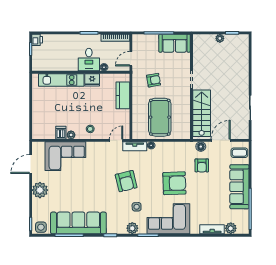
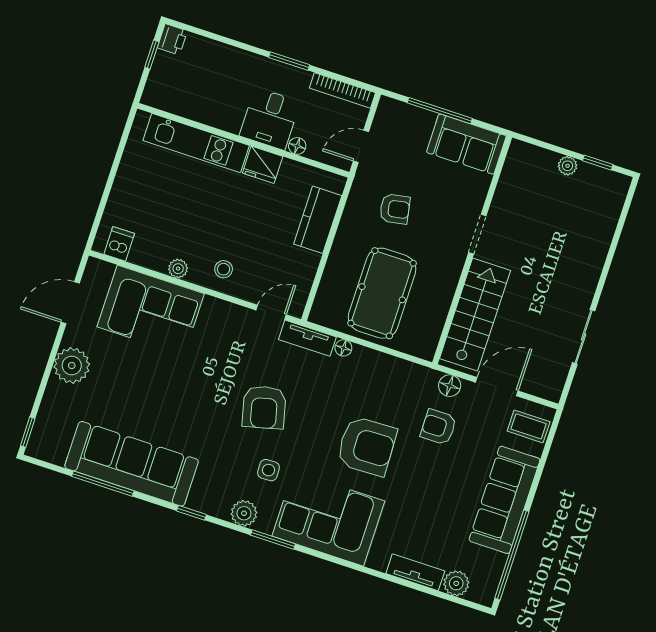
dishwasher: (61, 133) -> (119, 244), moved
armchair: (202, 165) -> (438, 427), turned 90
side table: (41, 227) -> (48, 446), removed

